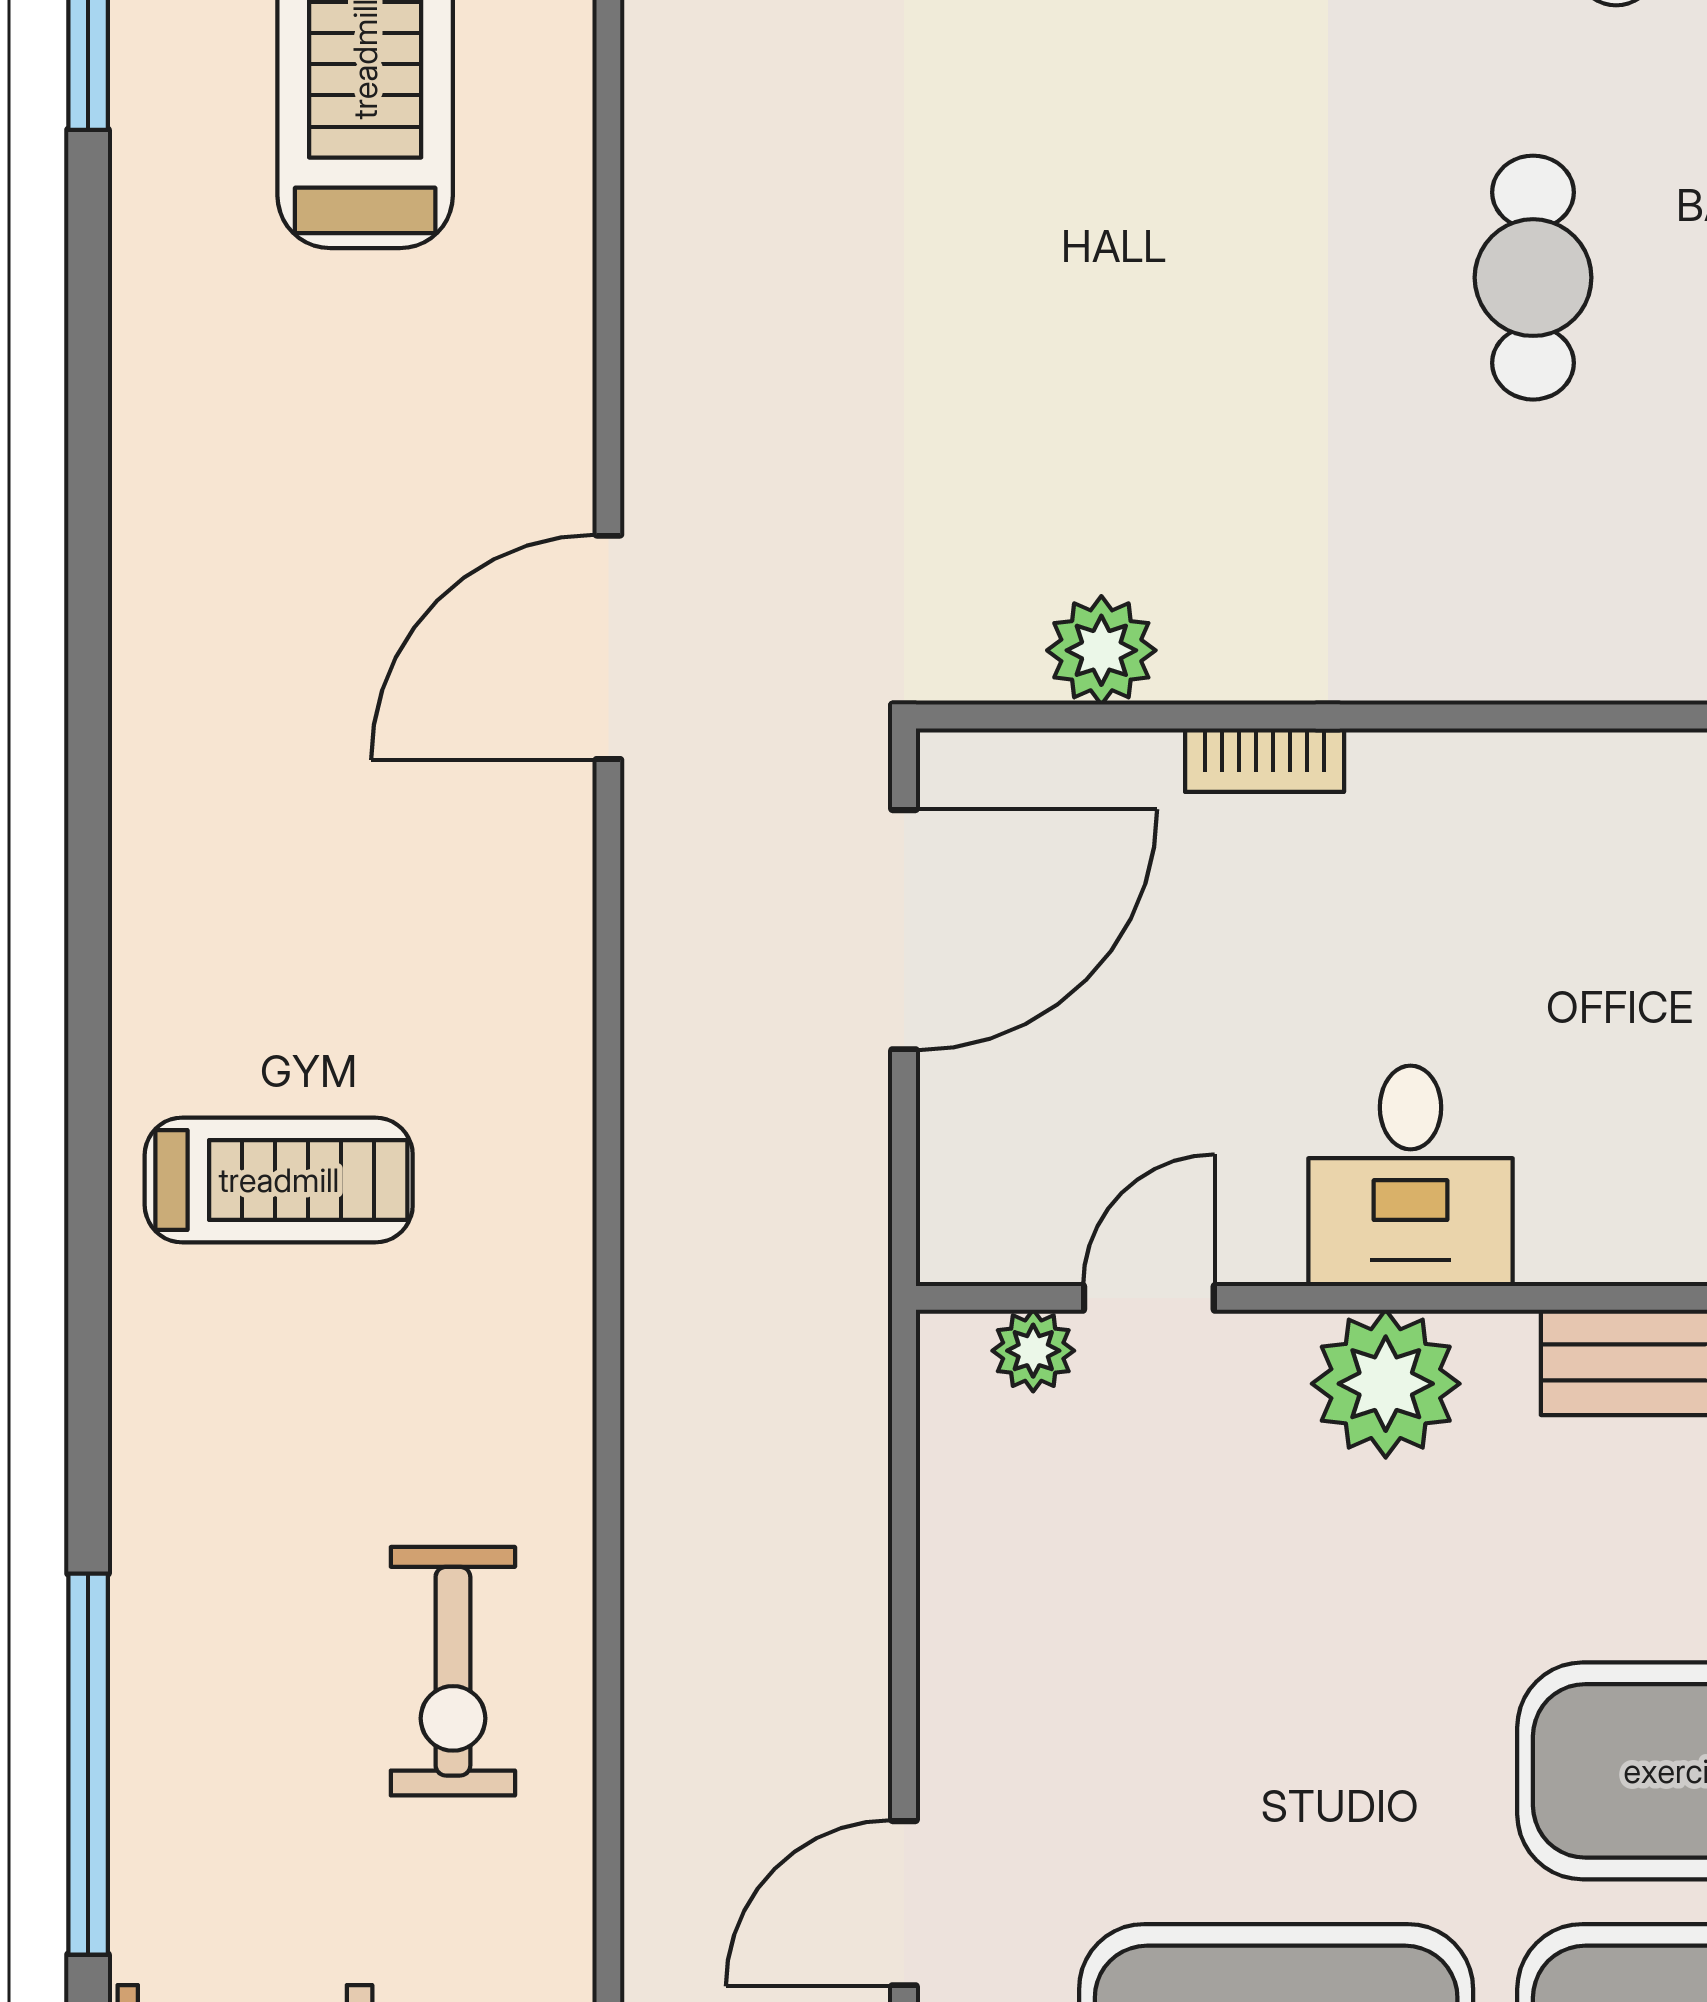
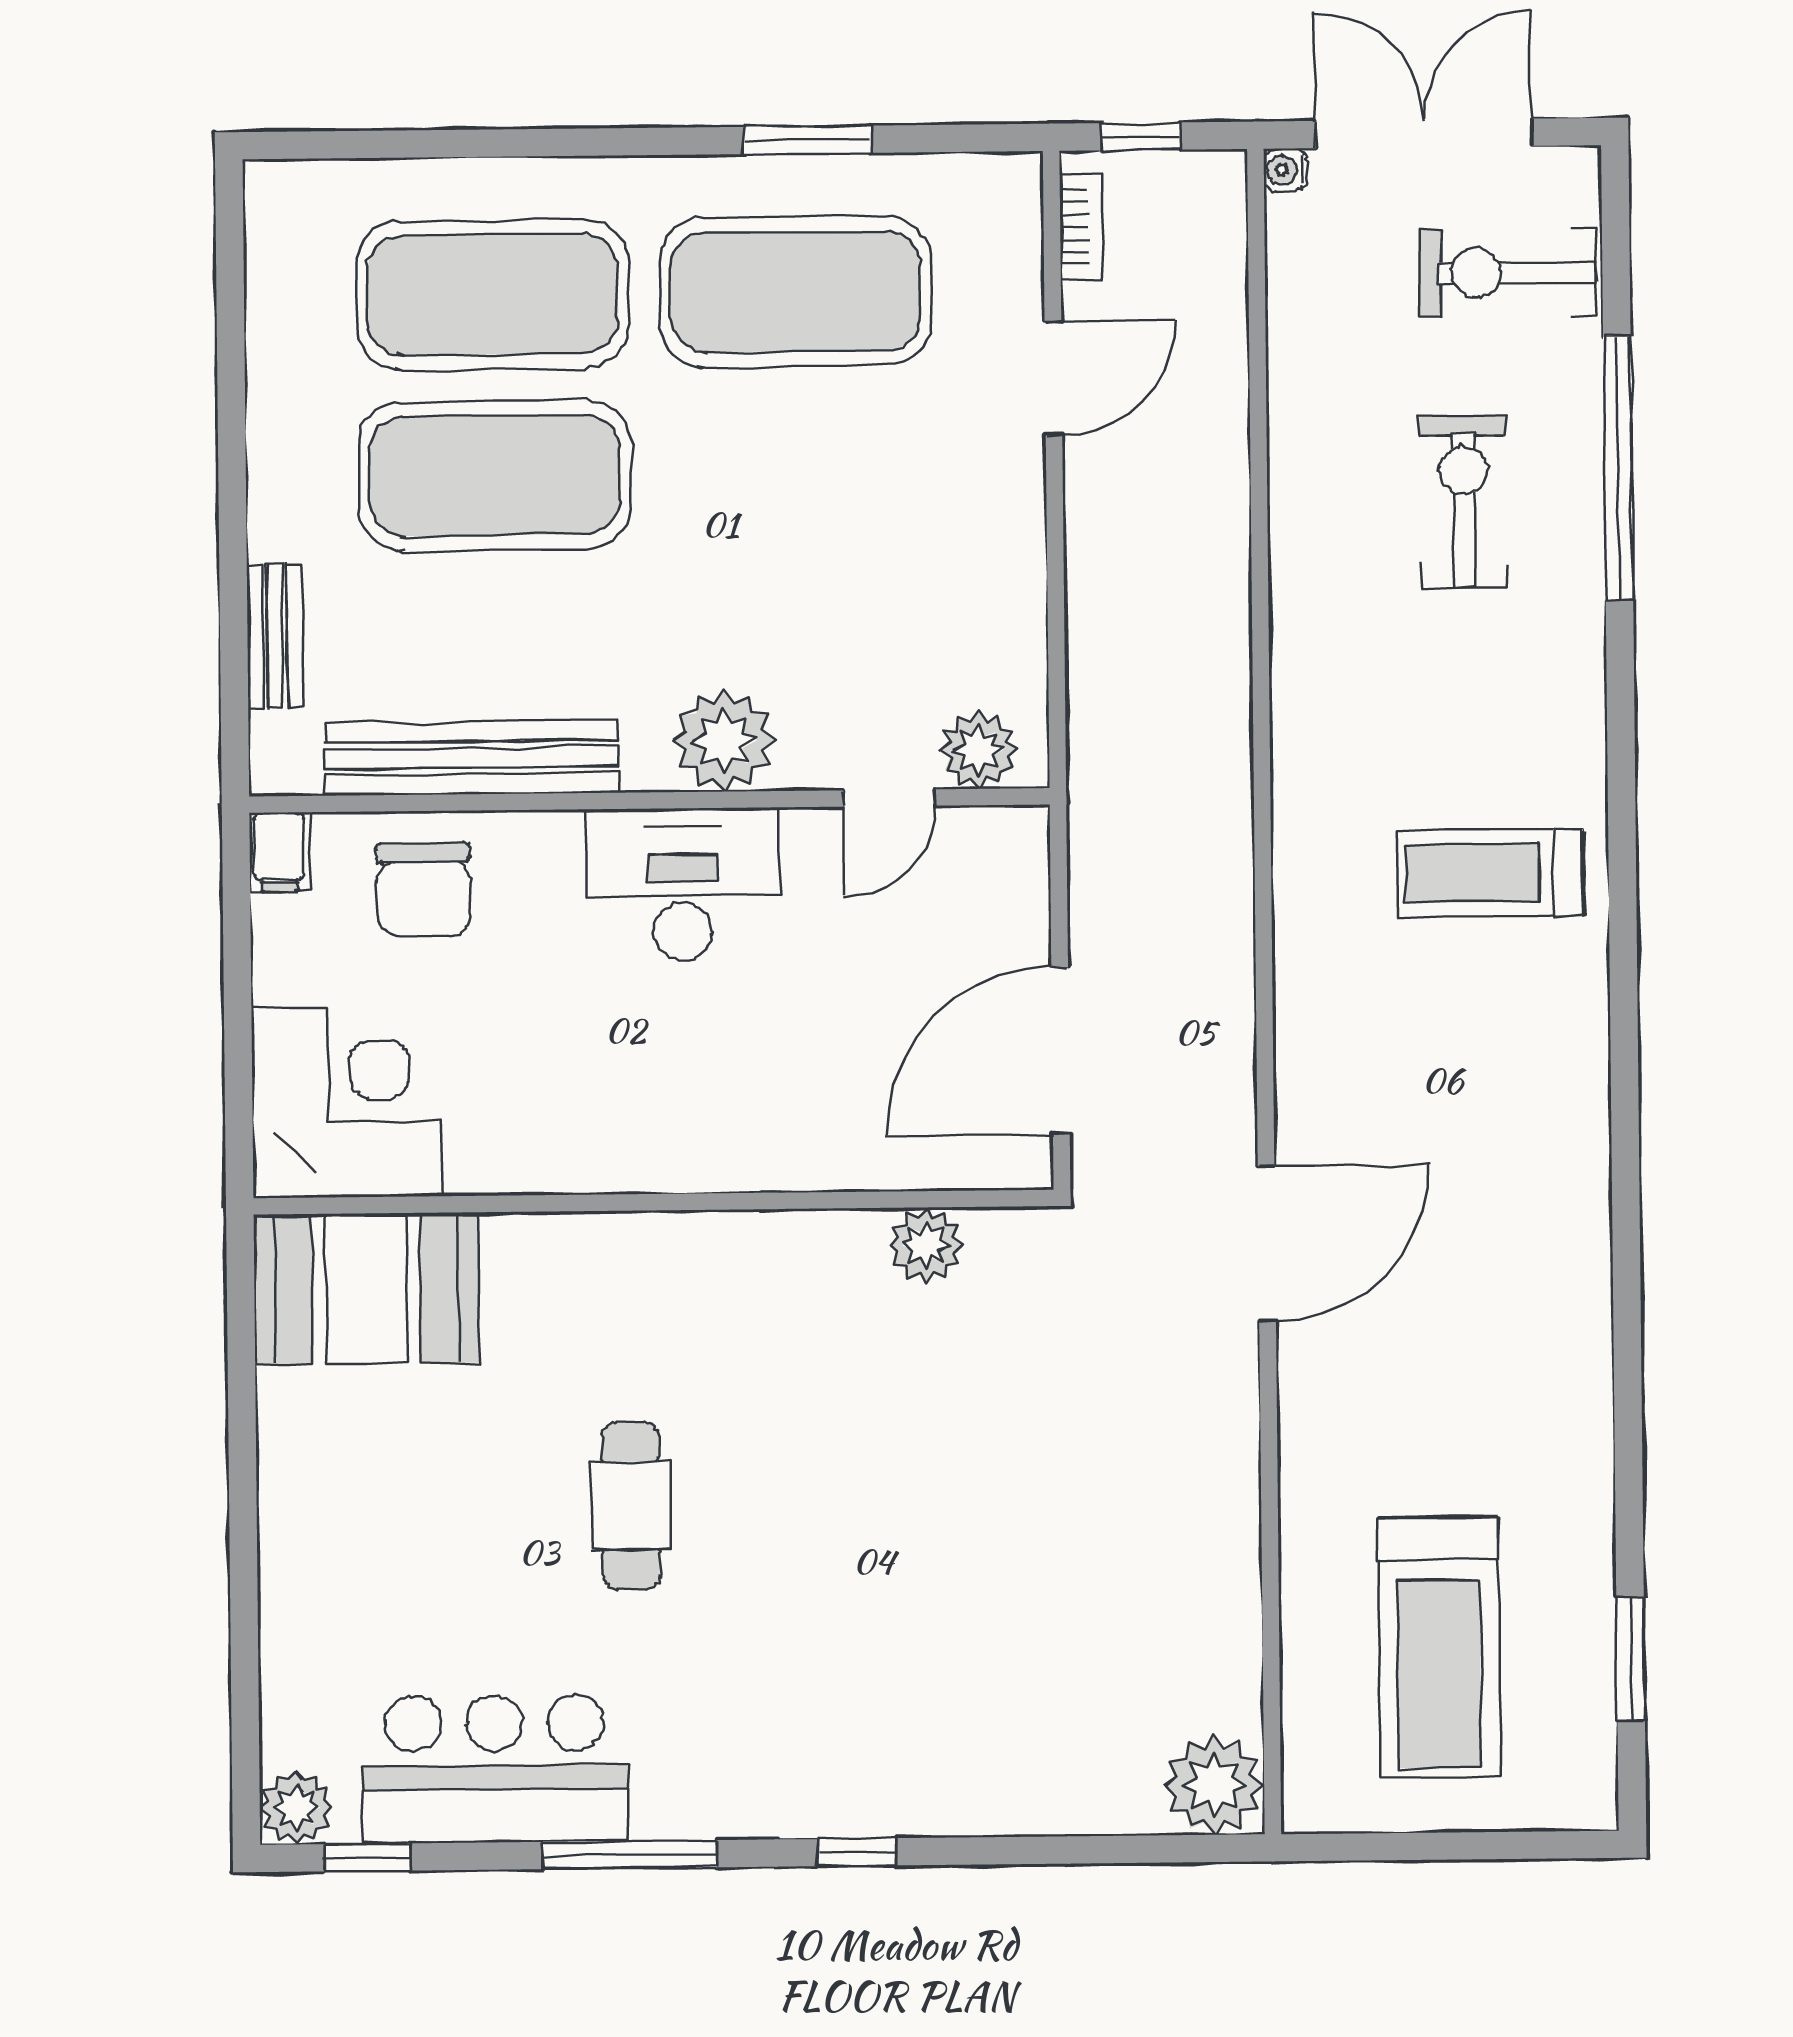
bookcase: (1265, 760) -> (813, 1170), removed
desk: (1410, 1176) -> (683, 885), width x1.37
plant: (1033, 1351) -> (979, 750), width x1.38, depth x1.38
exercise bike: (453, 1671) -> (1464, 501), moved

